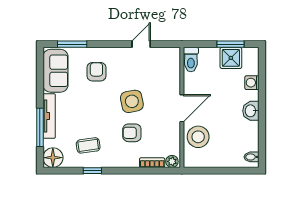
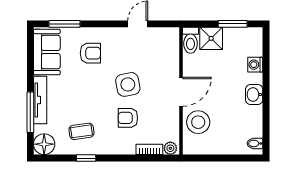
shower: (231, 58) -> (211, 38), moved
armchair: (96, 72) -> (90, 53), turned 90

